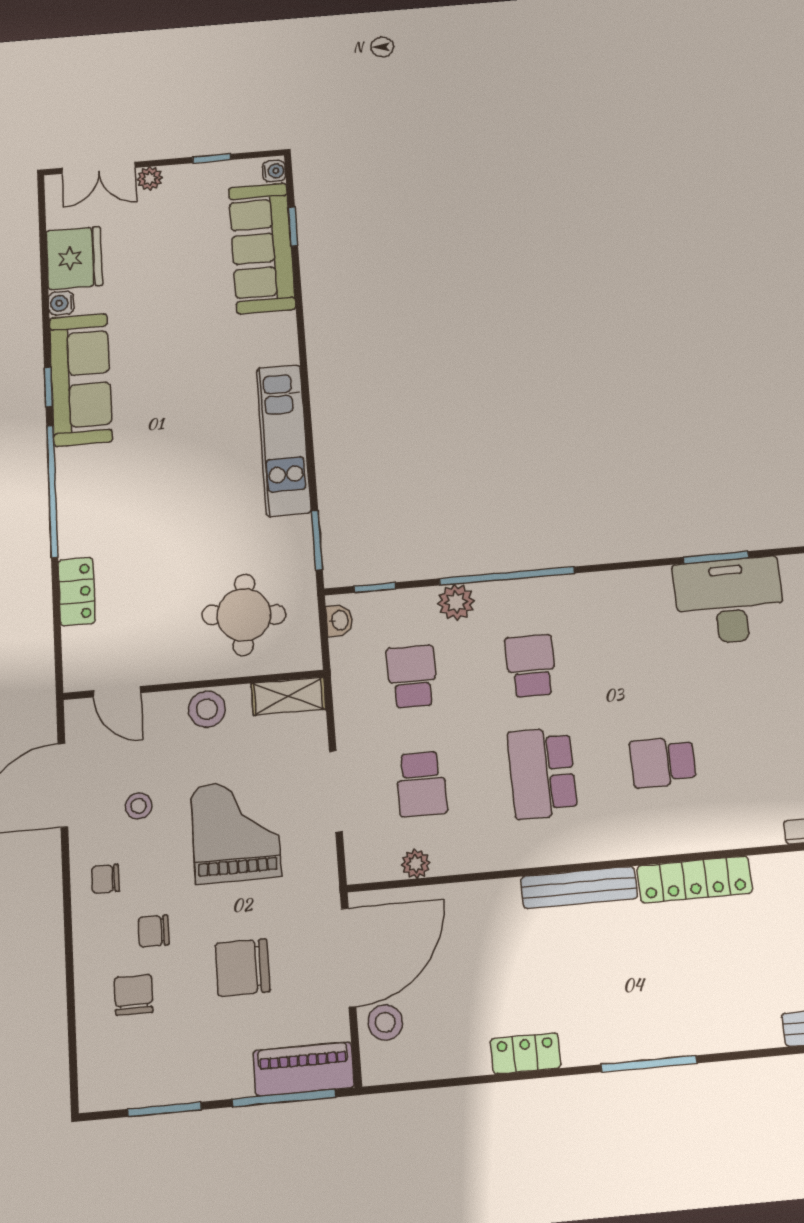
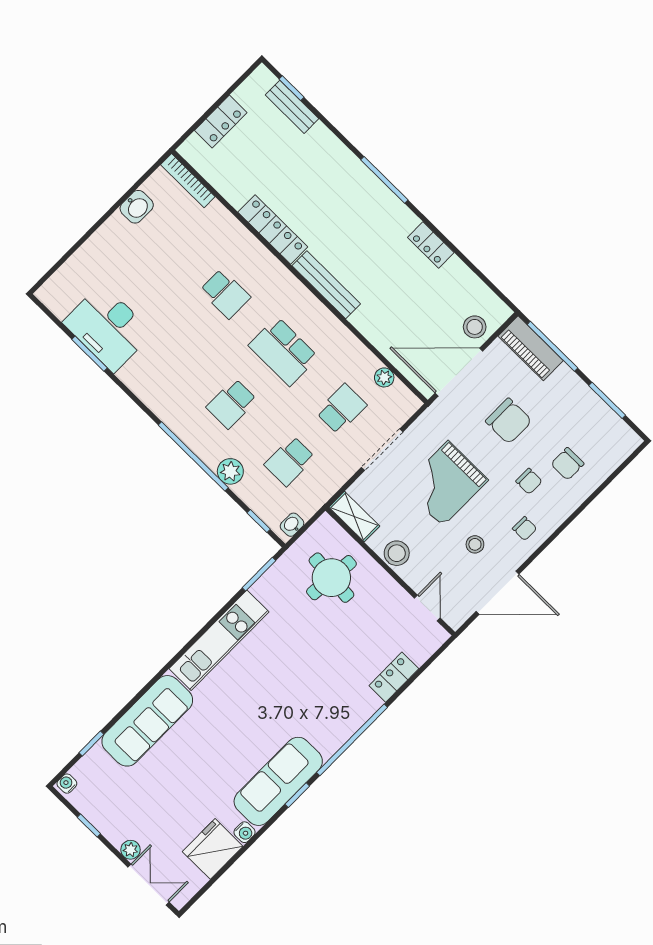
sofa: (262, 248) -> (147, 721), moved
school desk: (542, 773) -> (283, 351), turned 90

